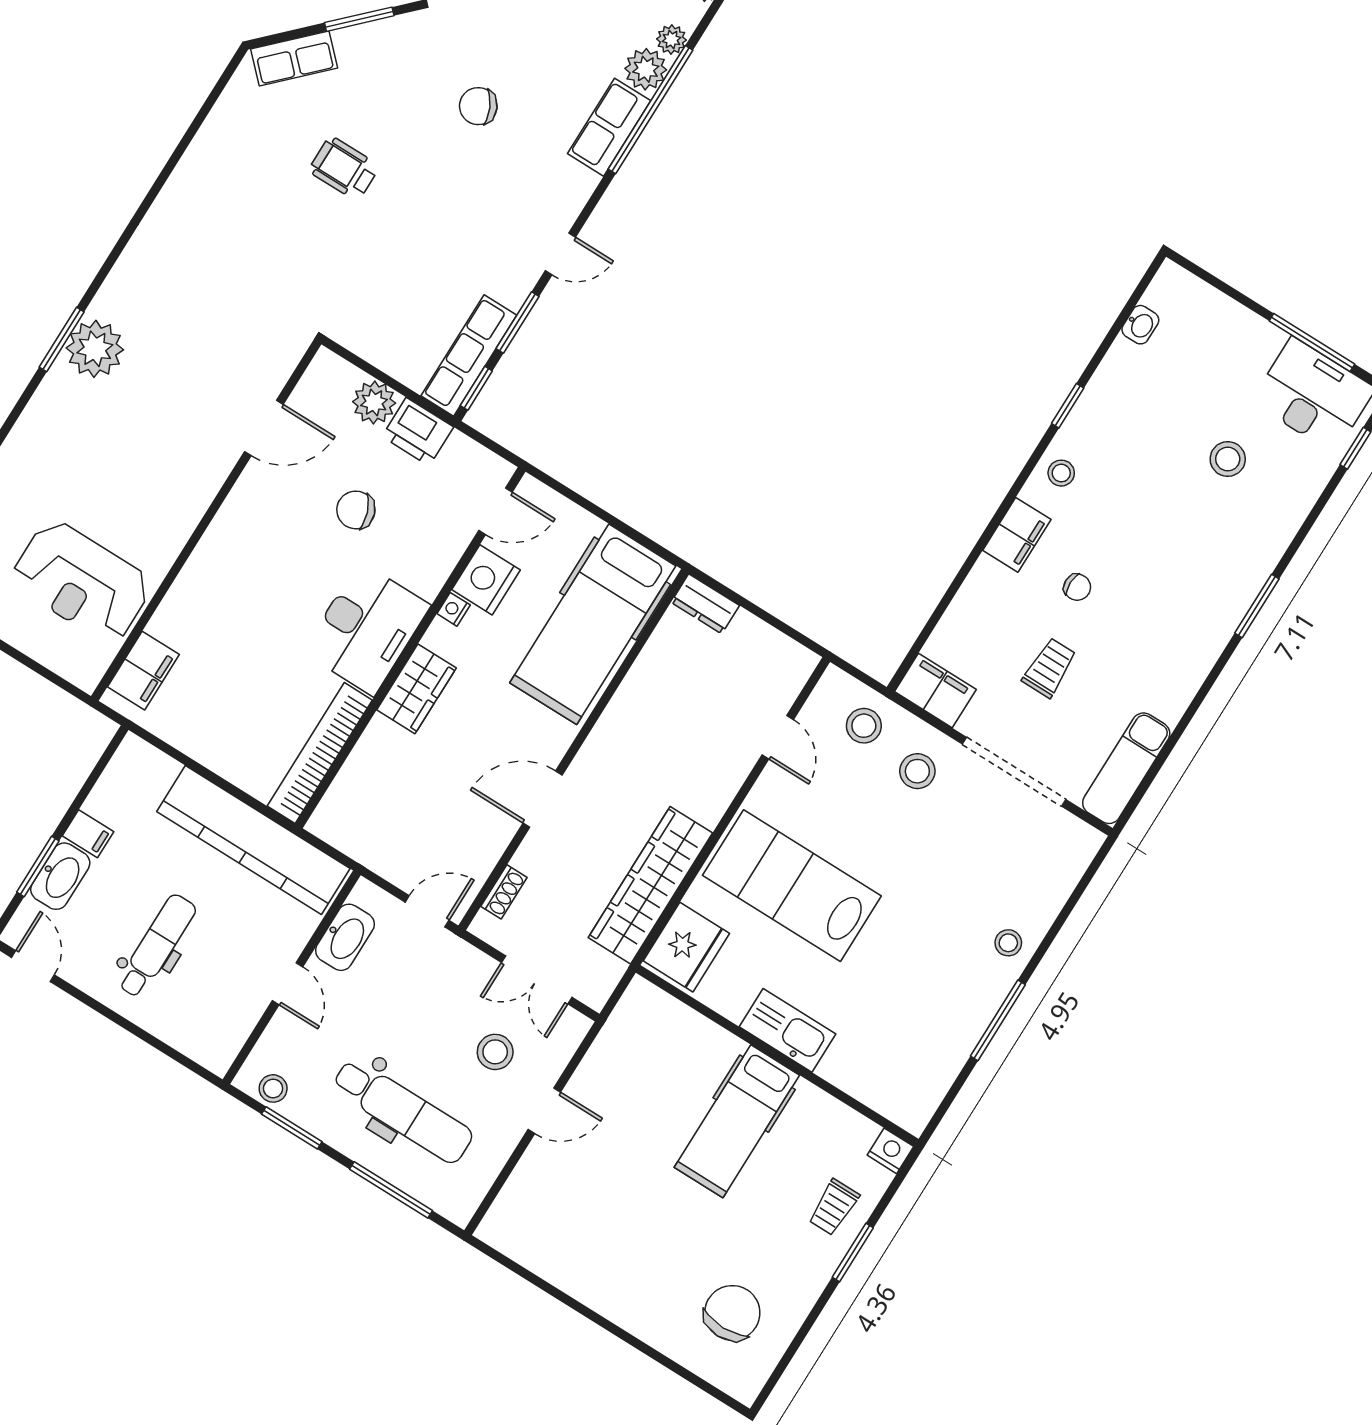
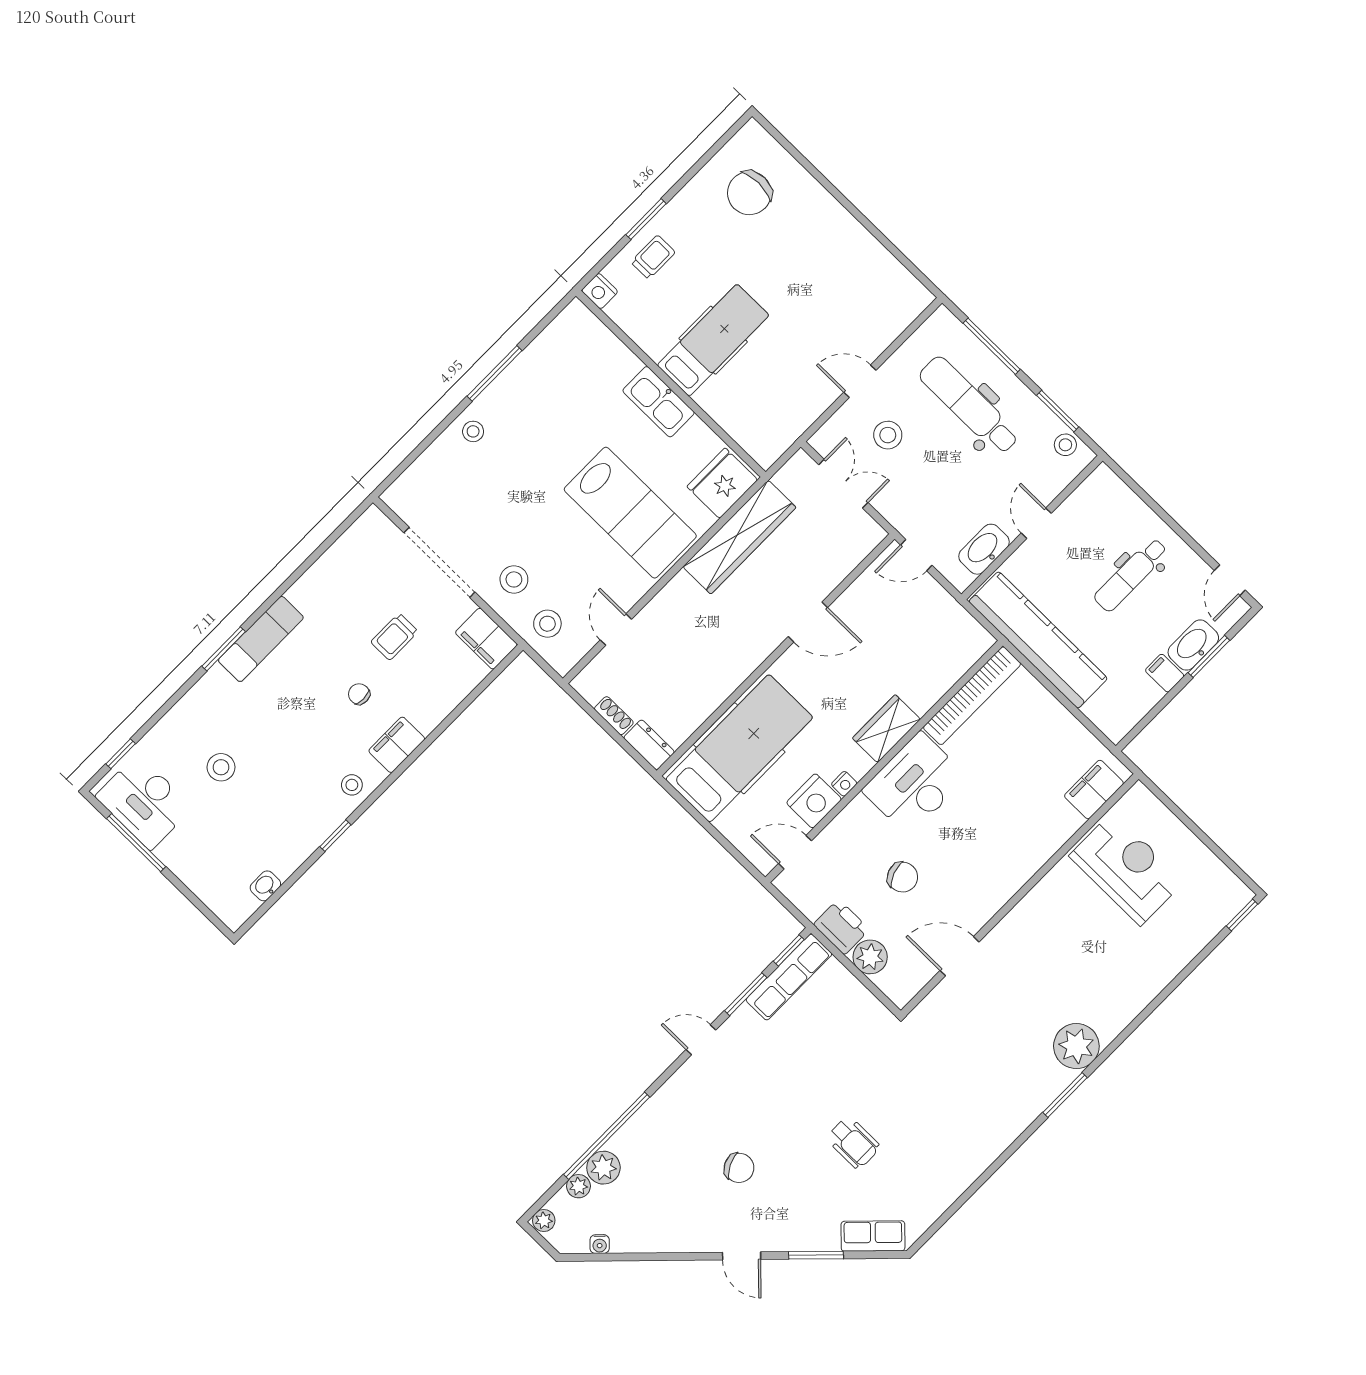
row of seats: (609, 127) -> (642, 1129), removed
window: (62, 340) -> (1065, 1095), moved
exam couch: (1126, 768) -> (261, 639), moved
shoe rack: (504, 892) -> (614, 716), moved, turned 90

